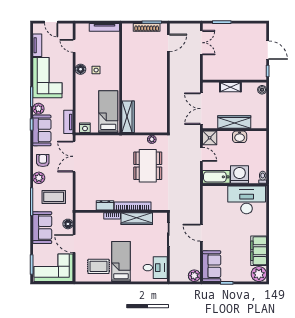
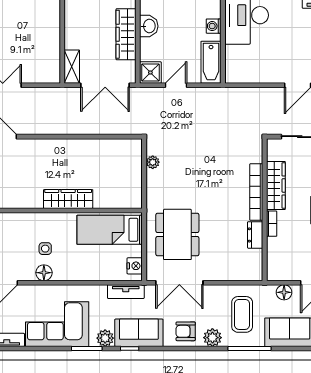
shelving: (230, 87) -> (72, 67), moved
wardrobe: (128, 117) -> (68, 199), moved
dining table: (148, 166) -> (177, 234), moved, turned 90
washing machine: (240, 174) -> (214, 26), width x0.53, depth x0.53

